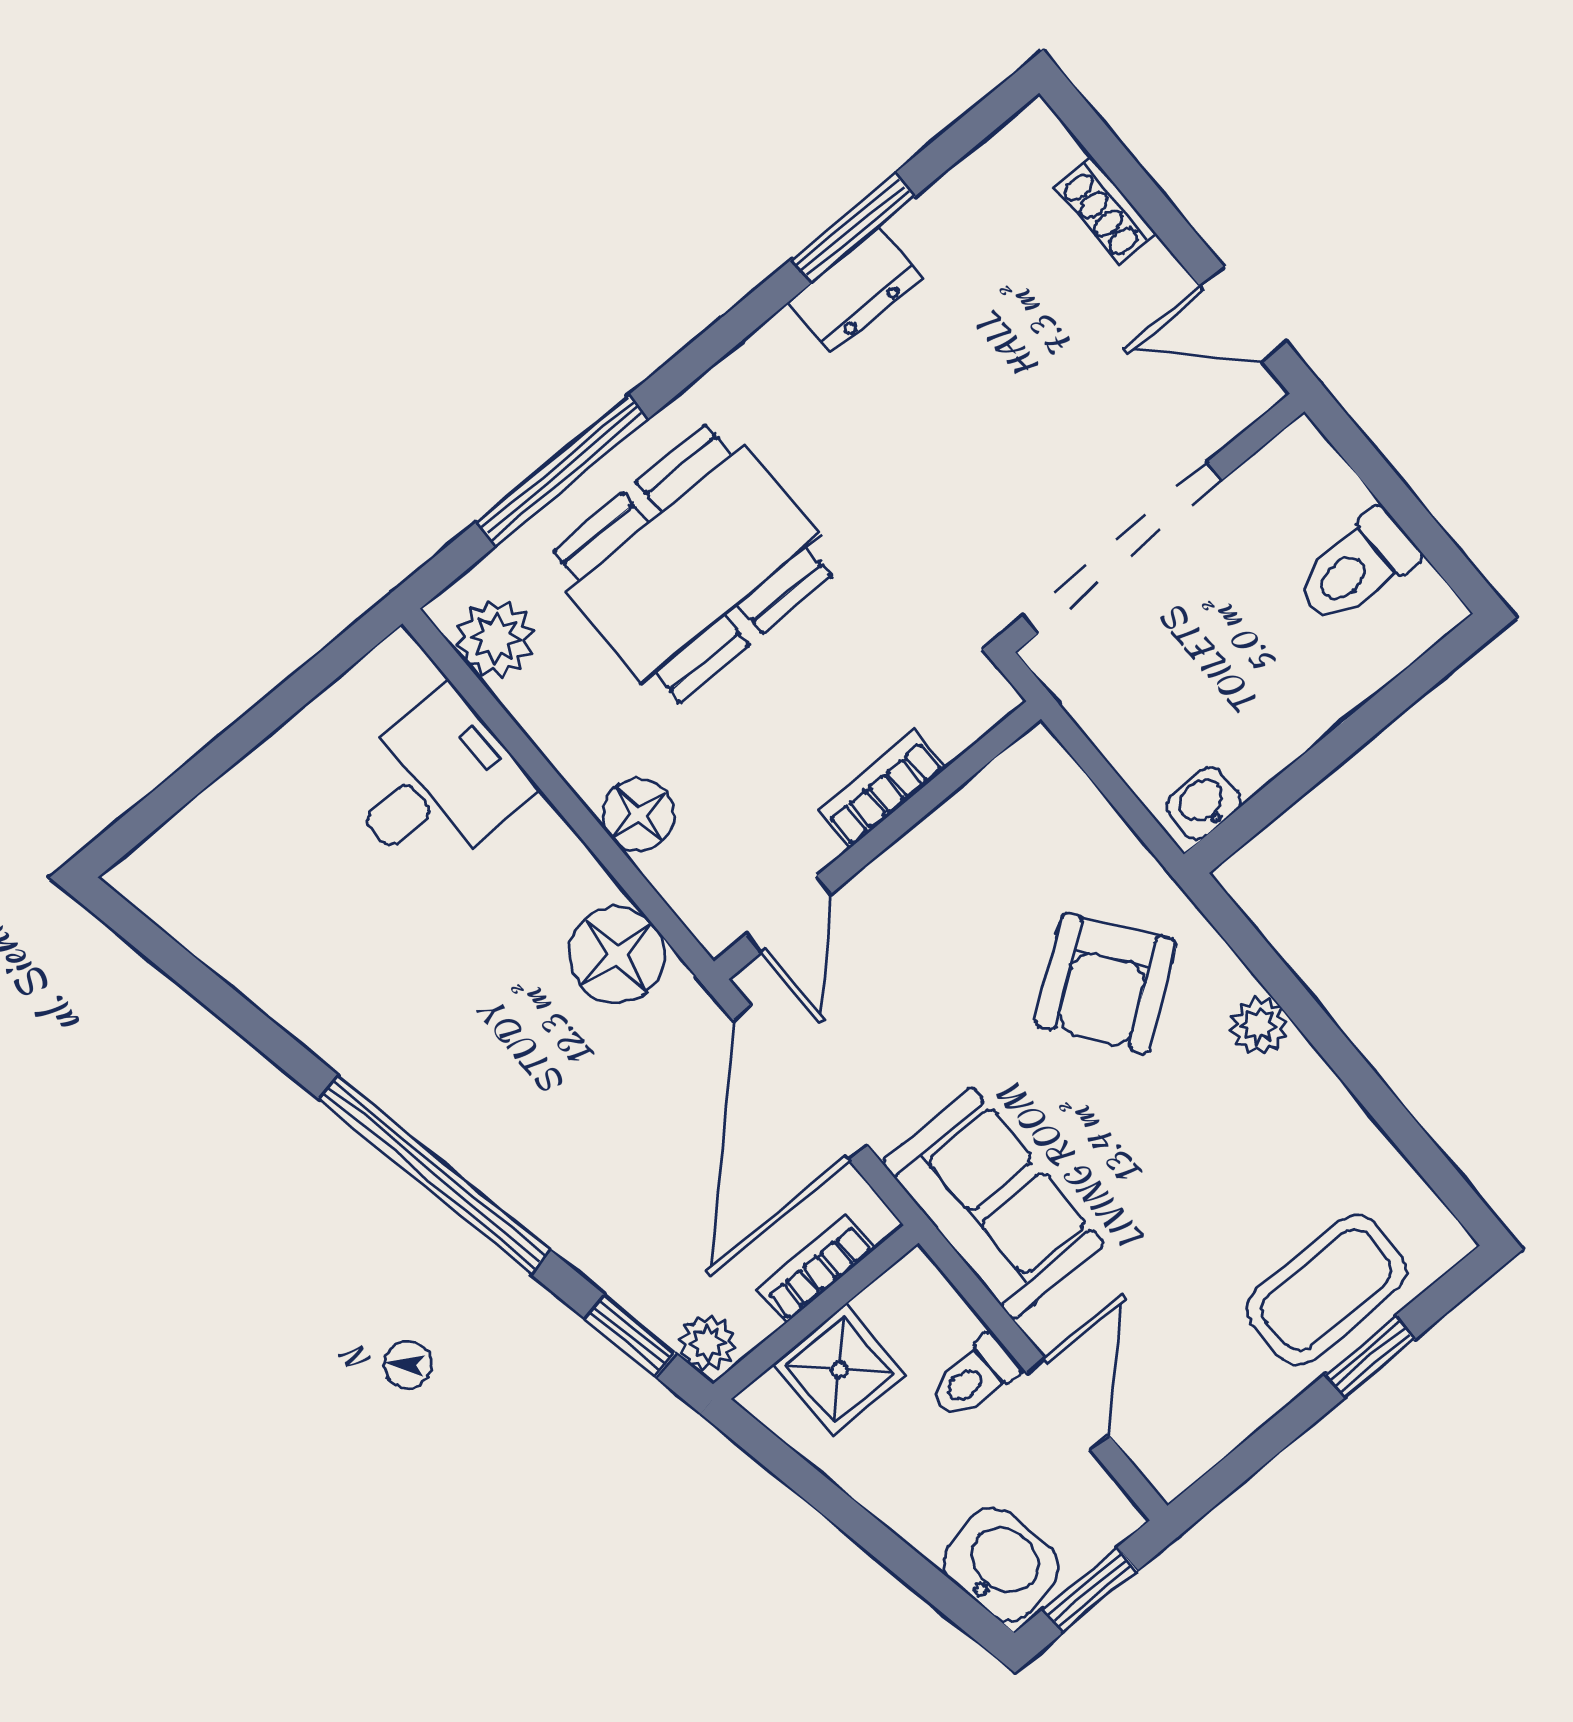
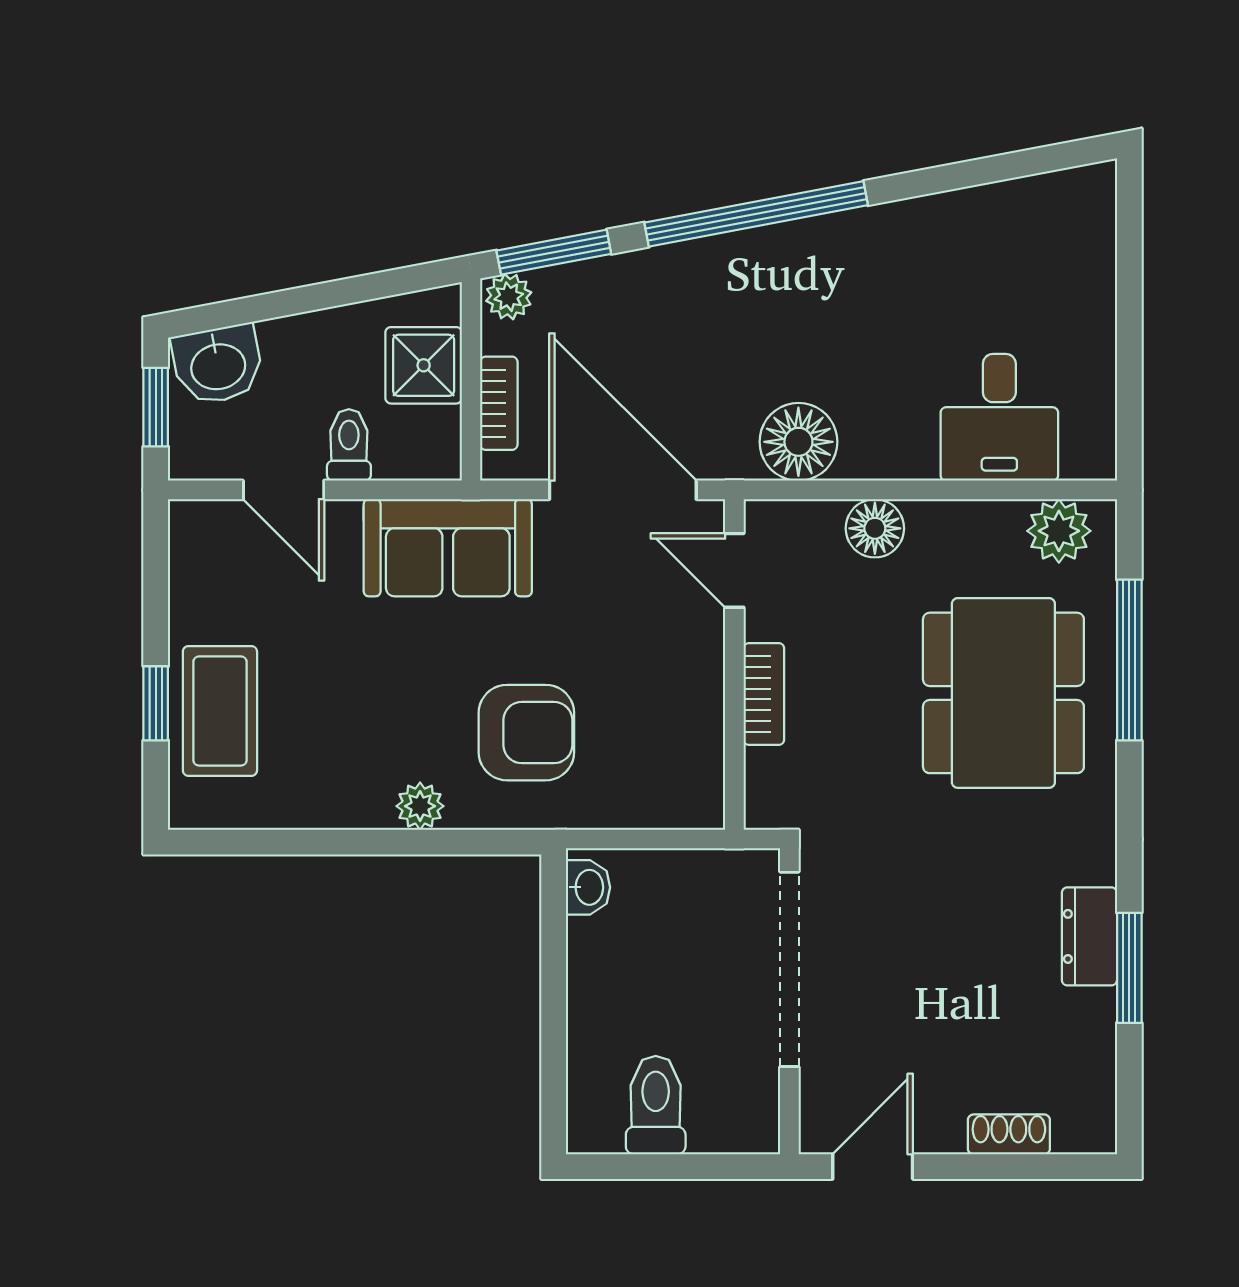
armchair: (1106, 983) -> (526, 733), turned 126
window: (630, 1336) -> (554, 252), width x1.50

